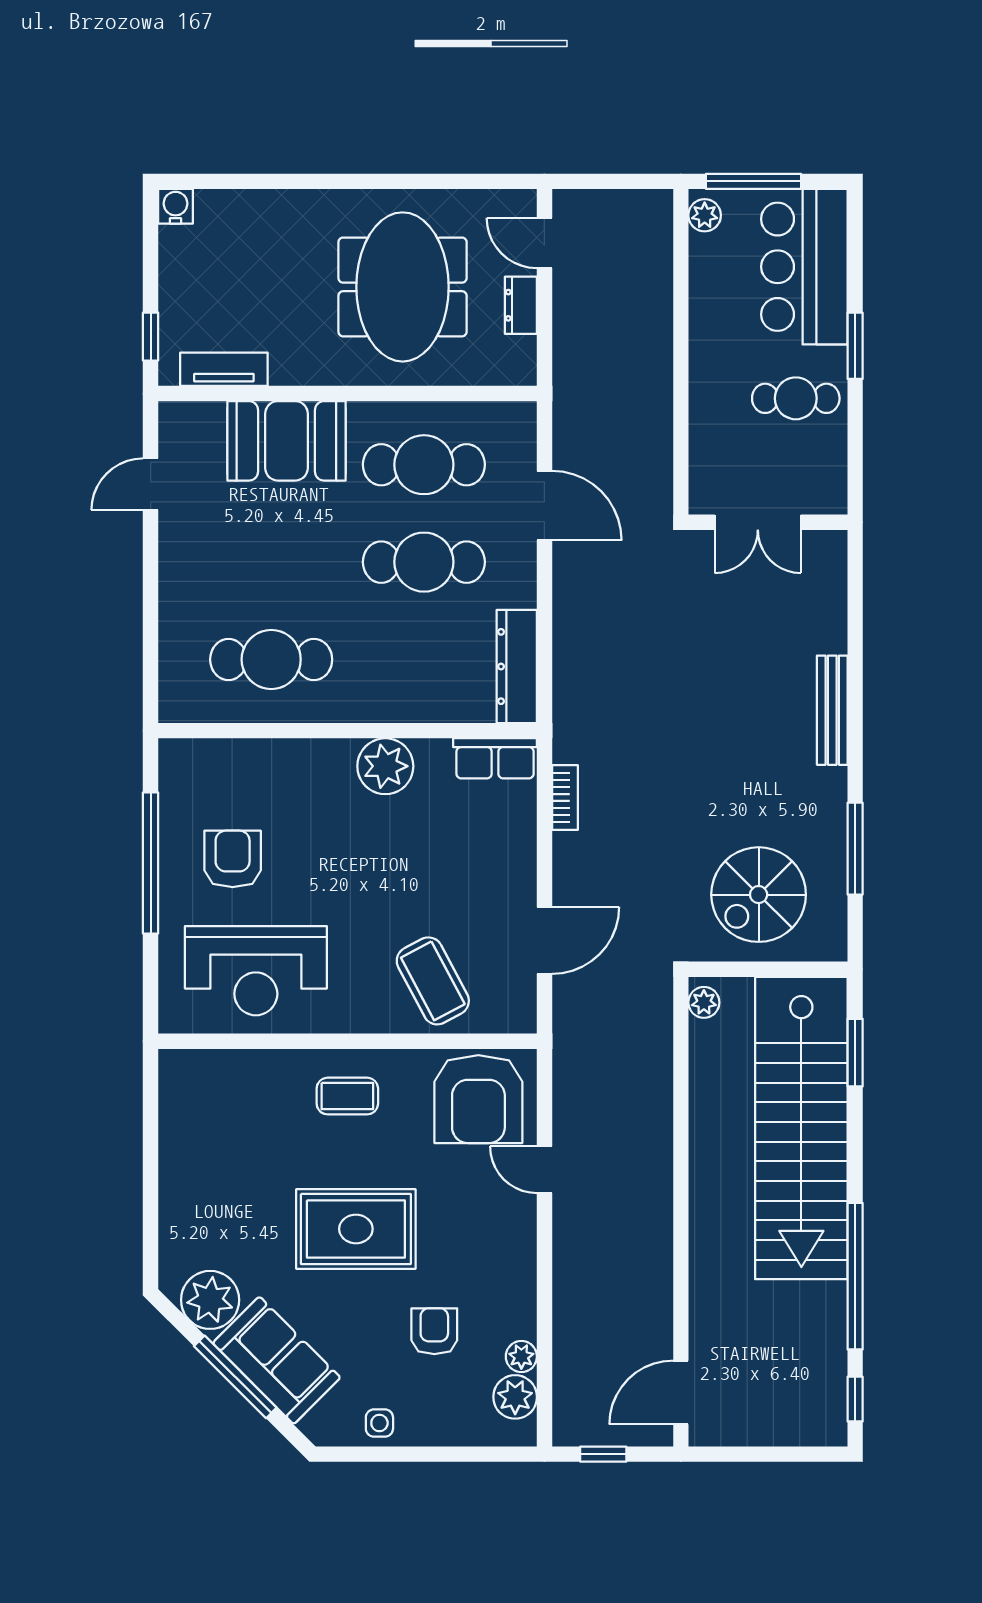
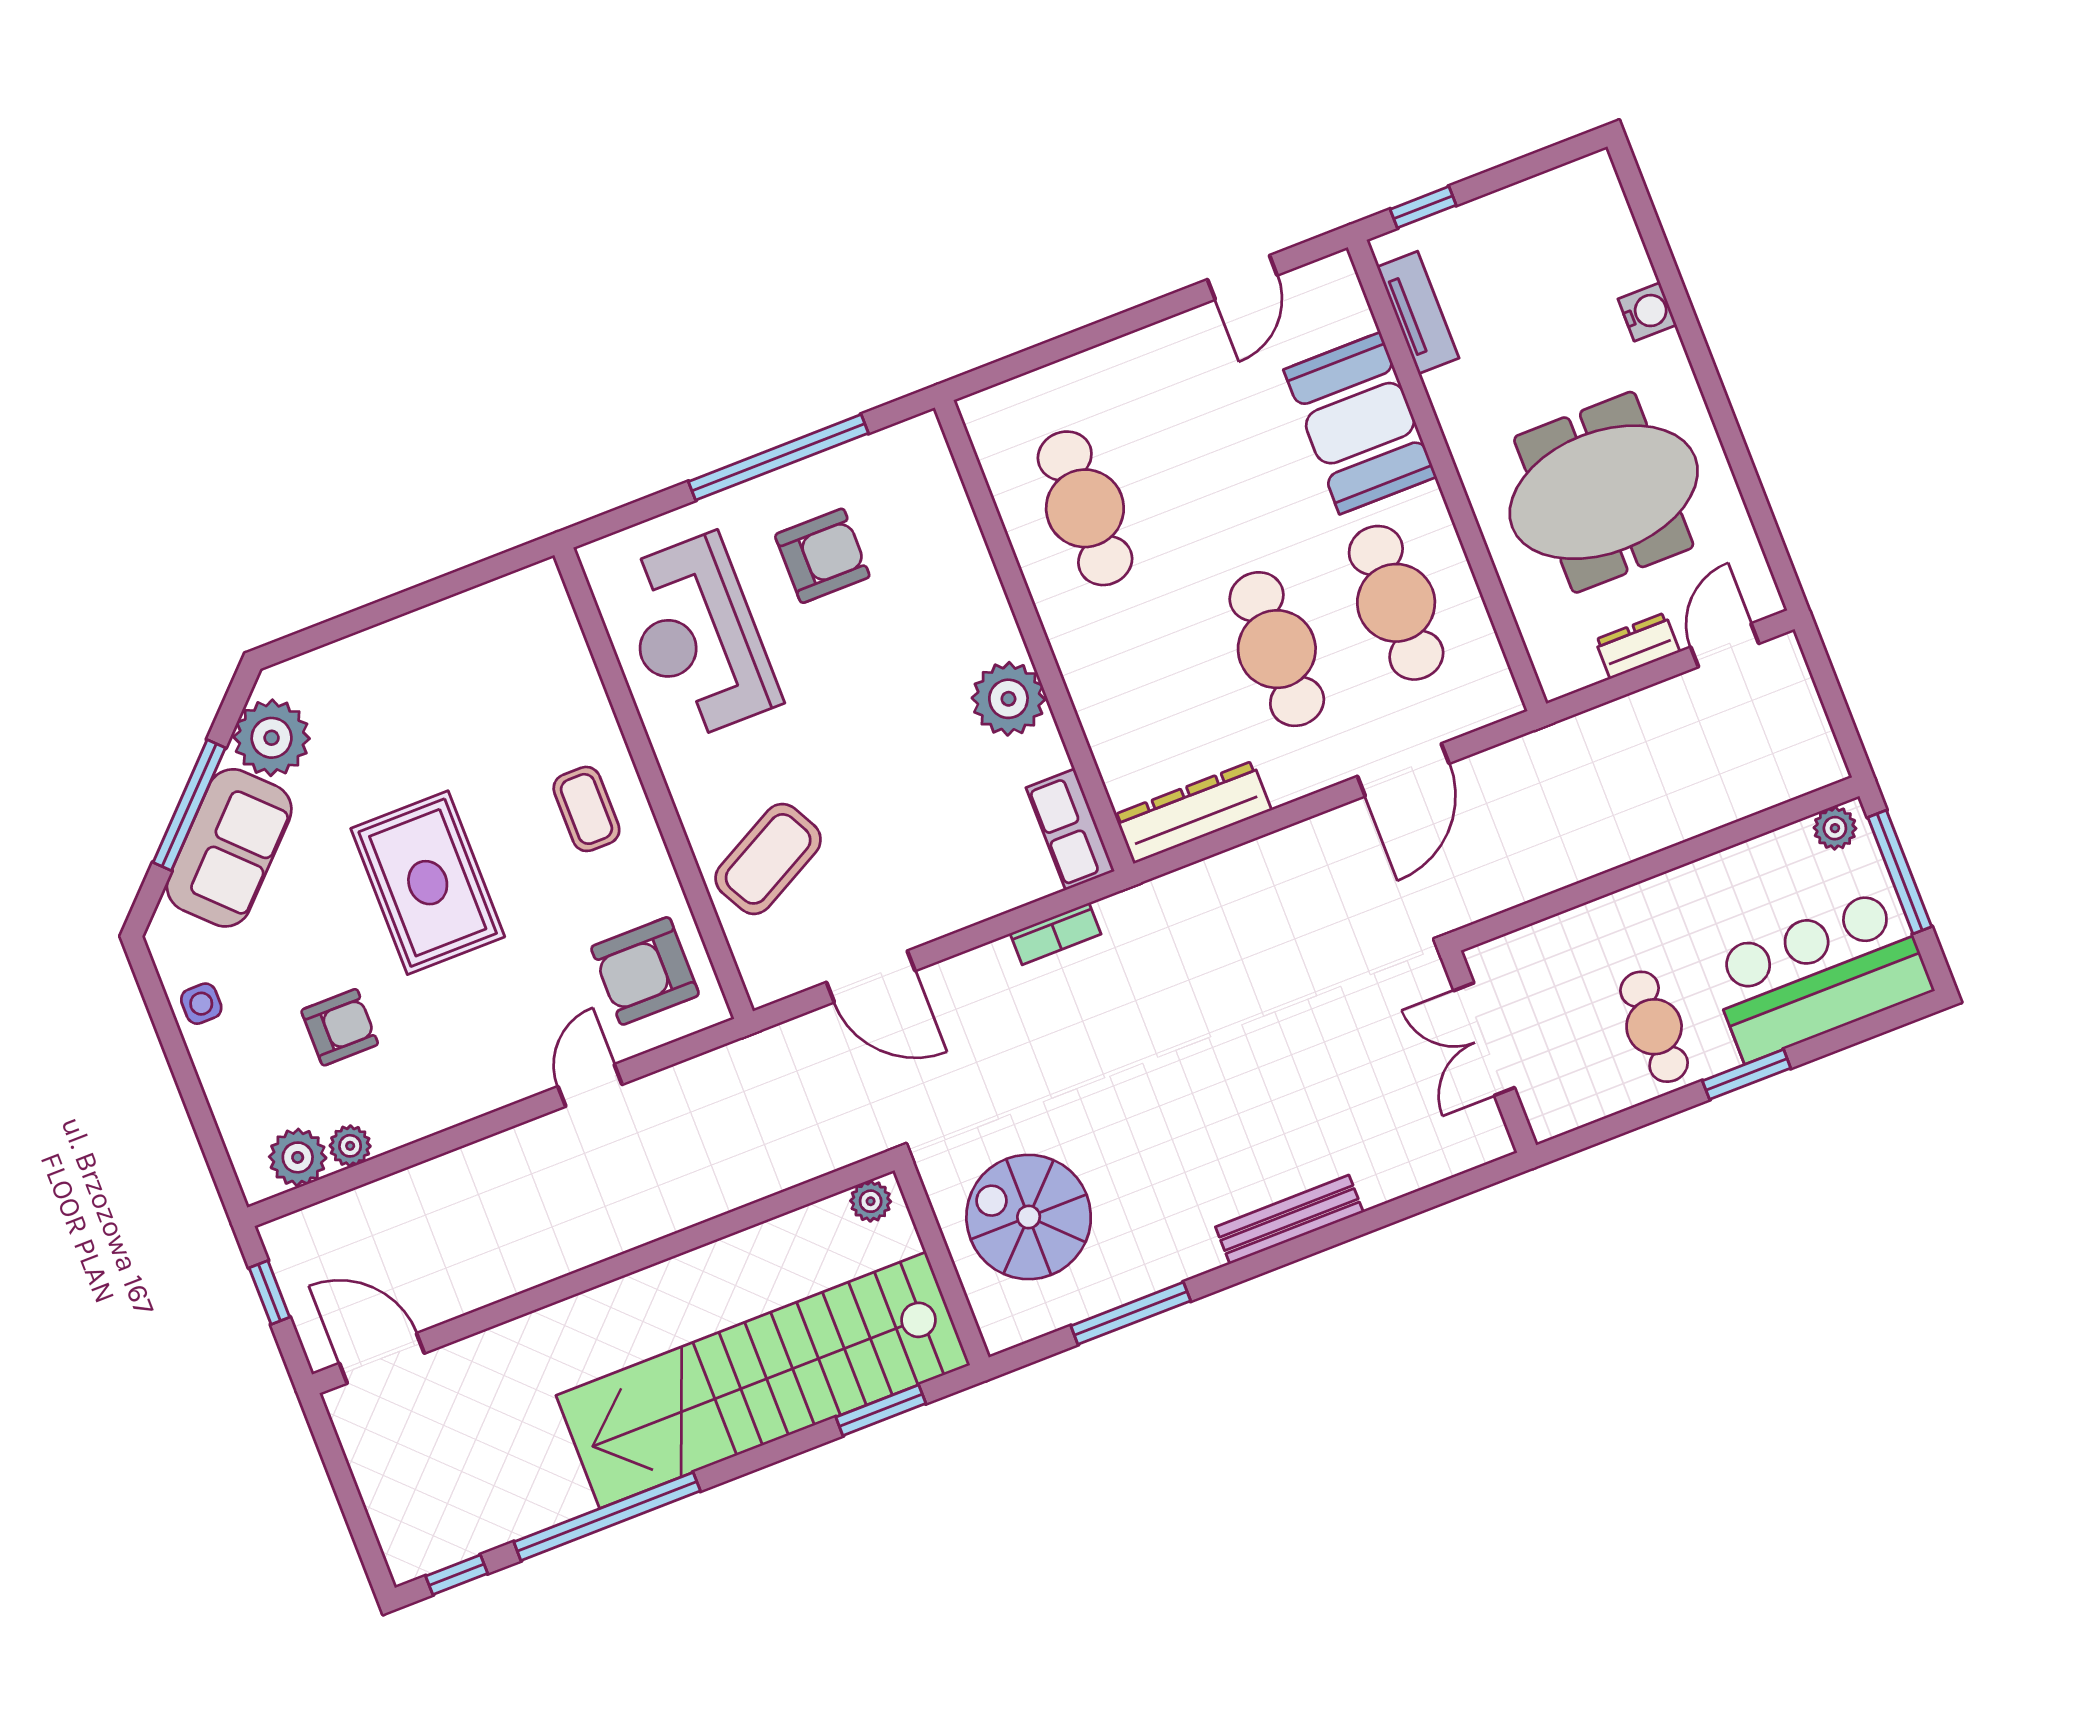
water cooler: (175, 206) -> (1647, 312), moved
door: (151, 484) -> (1242, 277), swing flipped
armchair: (478, 1099) -> (645, 971), width x0.73, depth x0.73

